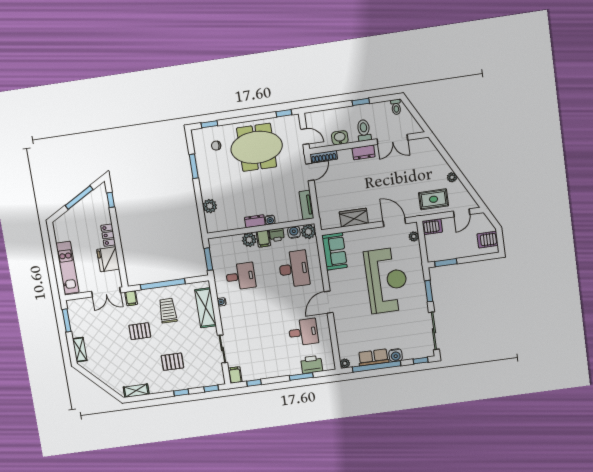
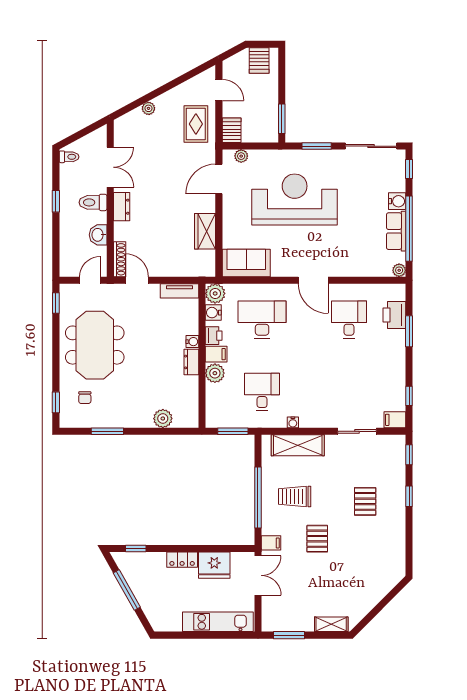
plant: (452, 177) -> (148, 108), moved
shelving: (136, 391) -> (398, 557), removed

